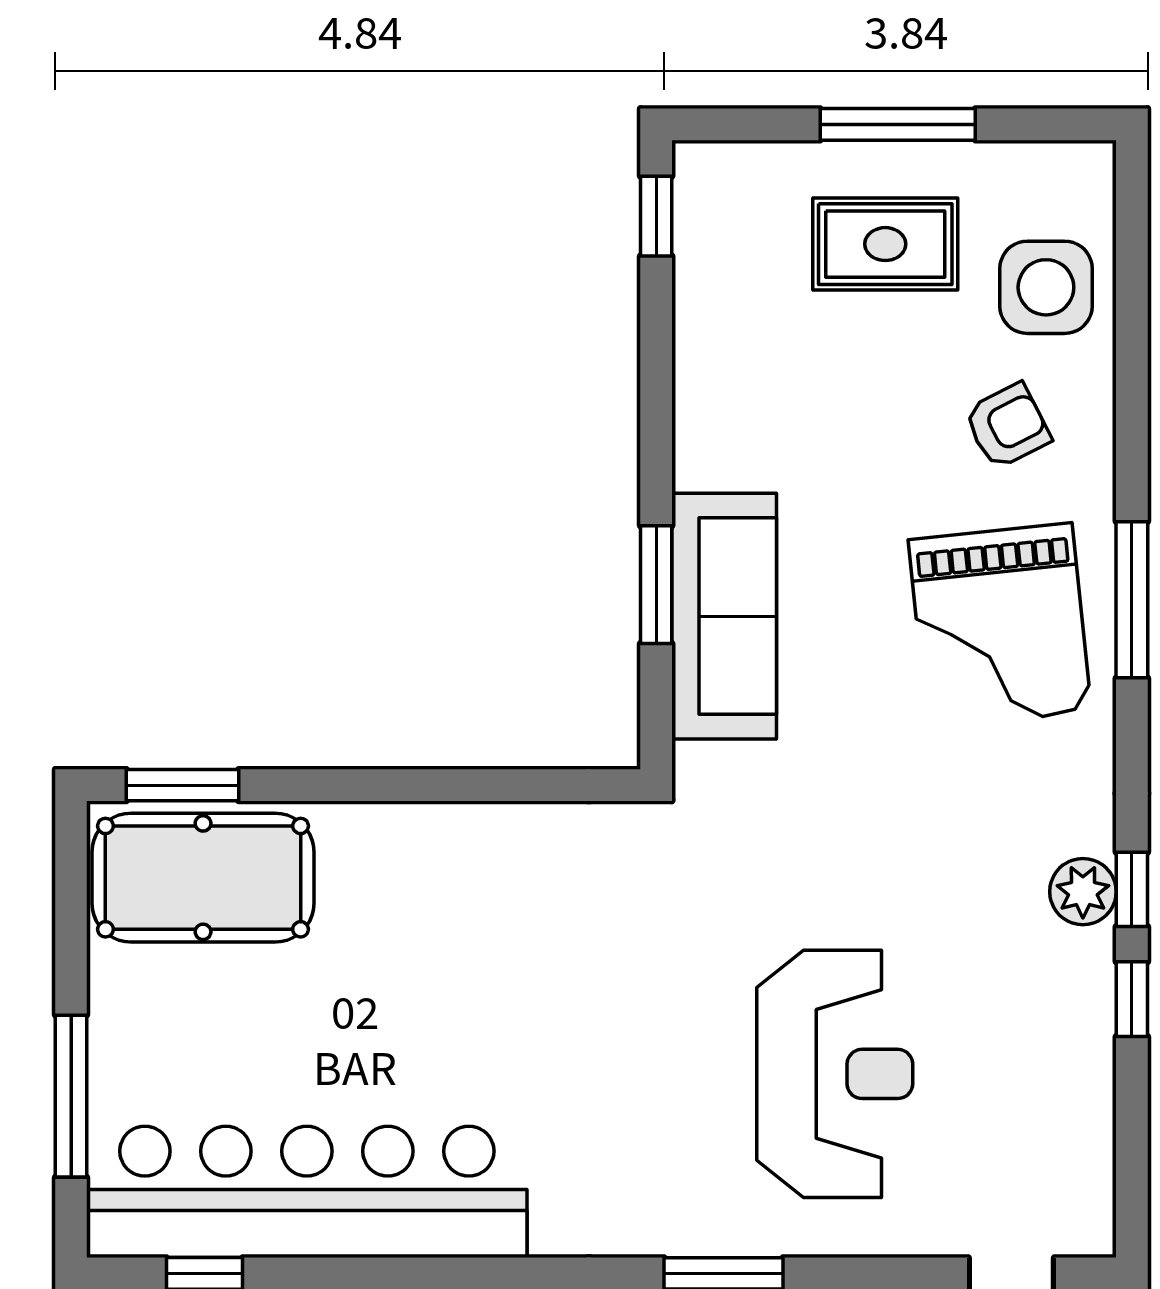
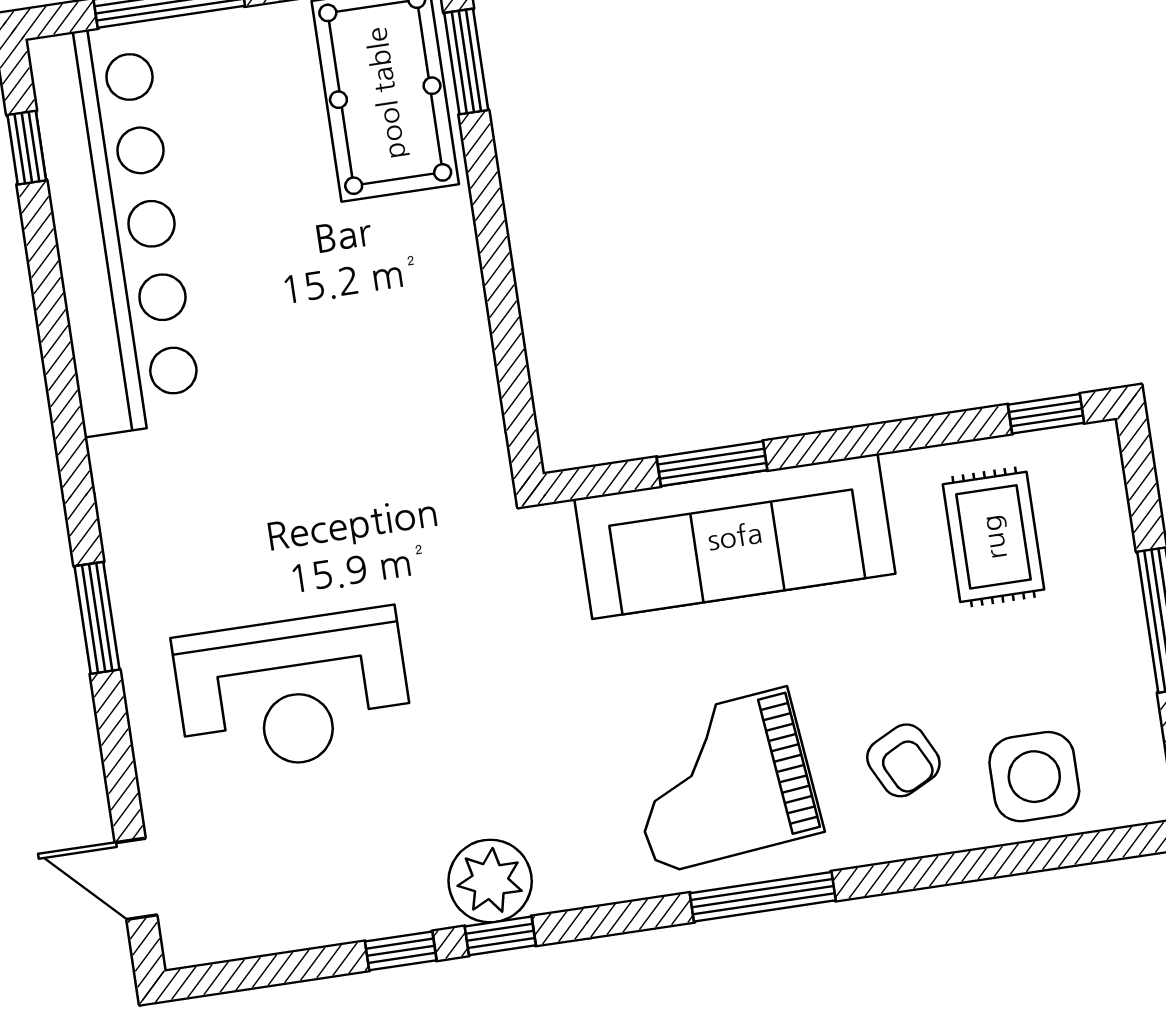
rug: (885, 244) -> (993, 537), moved
sofa: (724, 616) -> (735, 536), width x1.36, depth x1.27
plant: (1083, 892) -> (490, 881), width x1.36, depth x1.36

